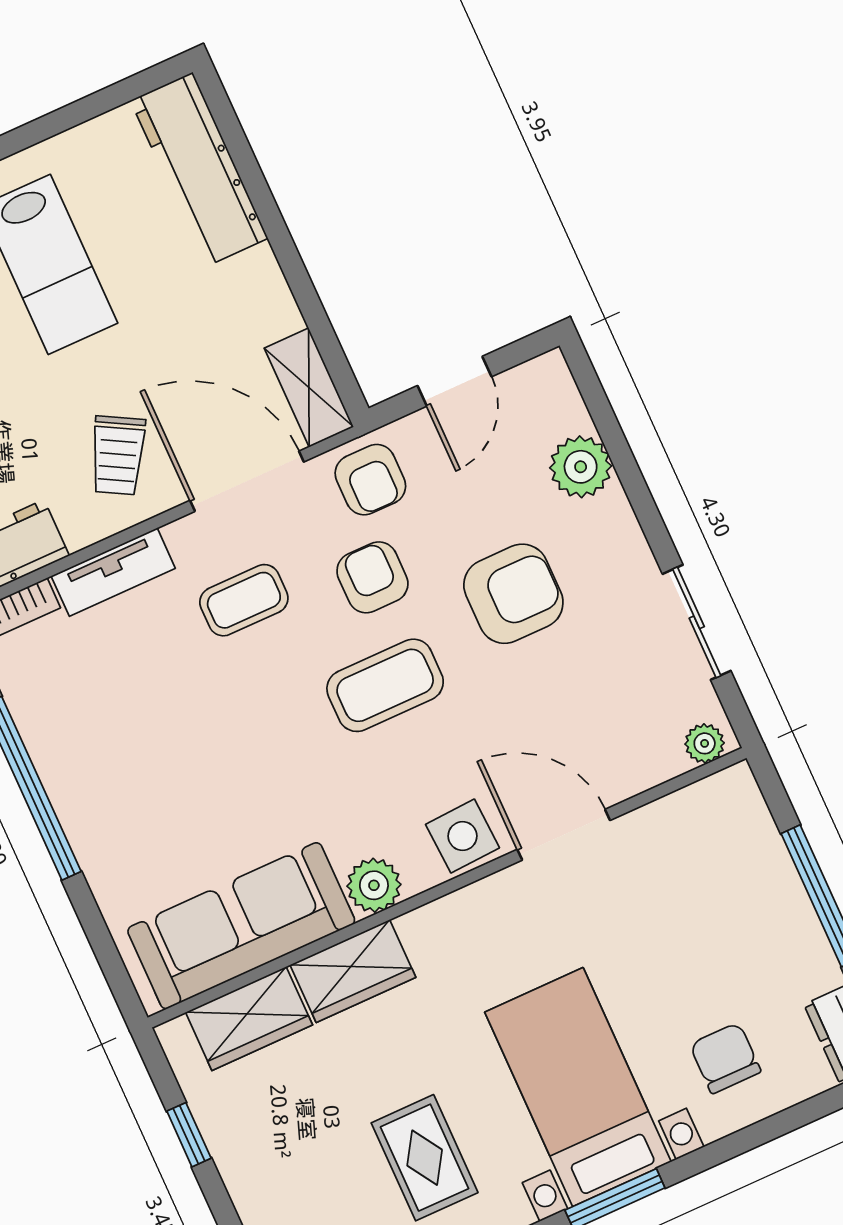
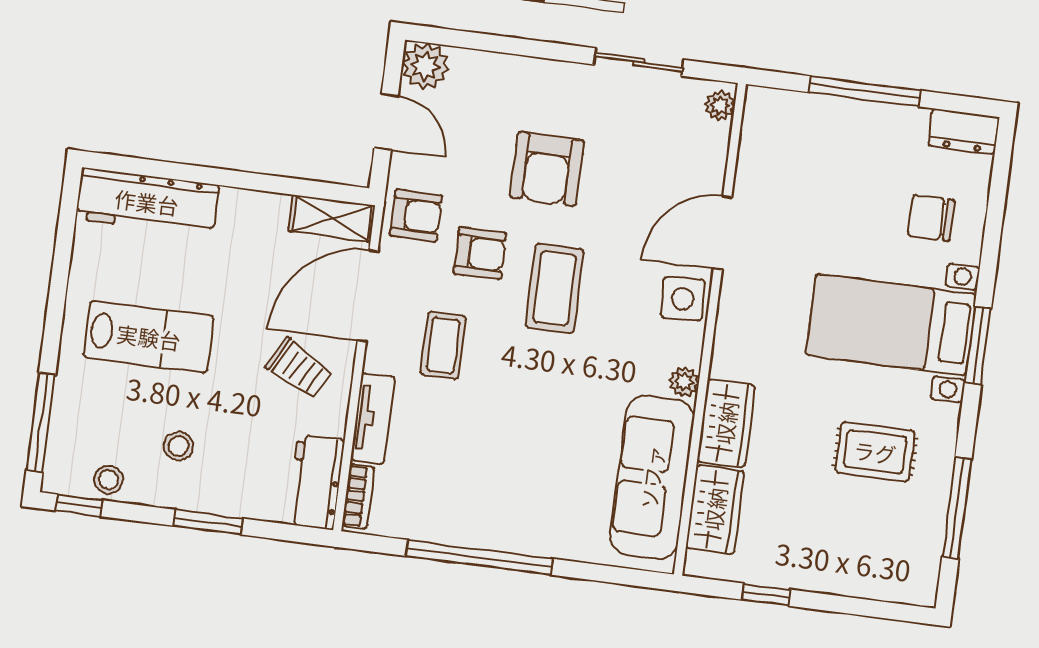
plant: (581, 467) -> (425, 66), moved
armchair: (372, 577) -> (480, 253), turned 180
armchair: (513, 594) -> (547, 169), turned 180
plant: (374, 885) -> (684, 382), width x0.73, depth x0.73

